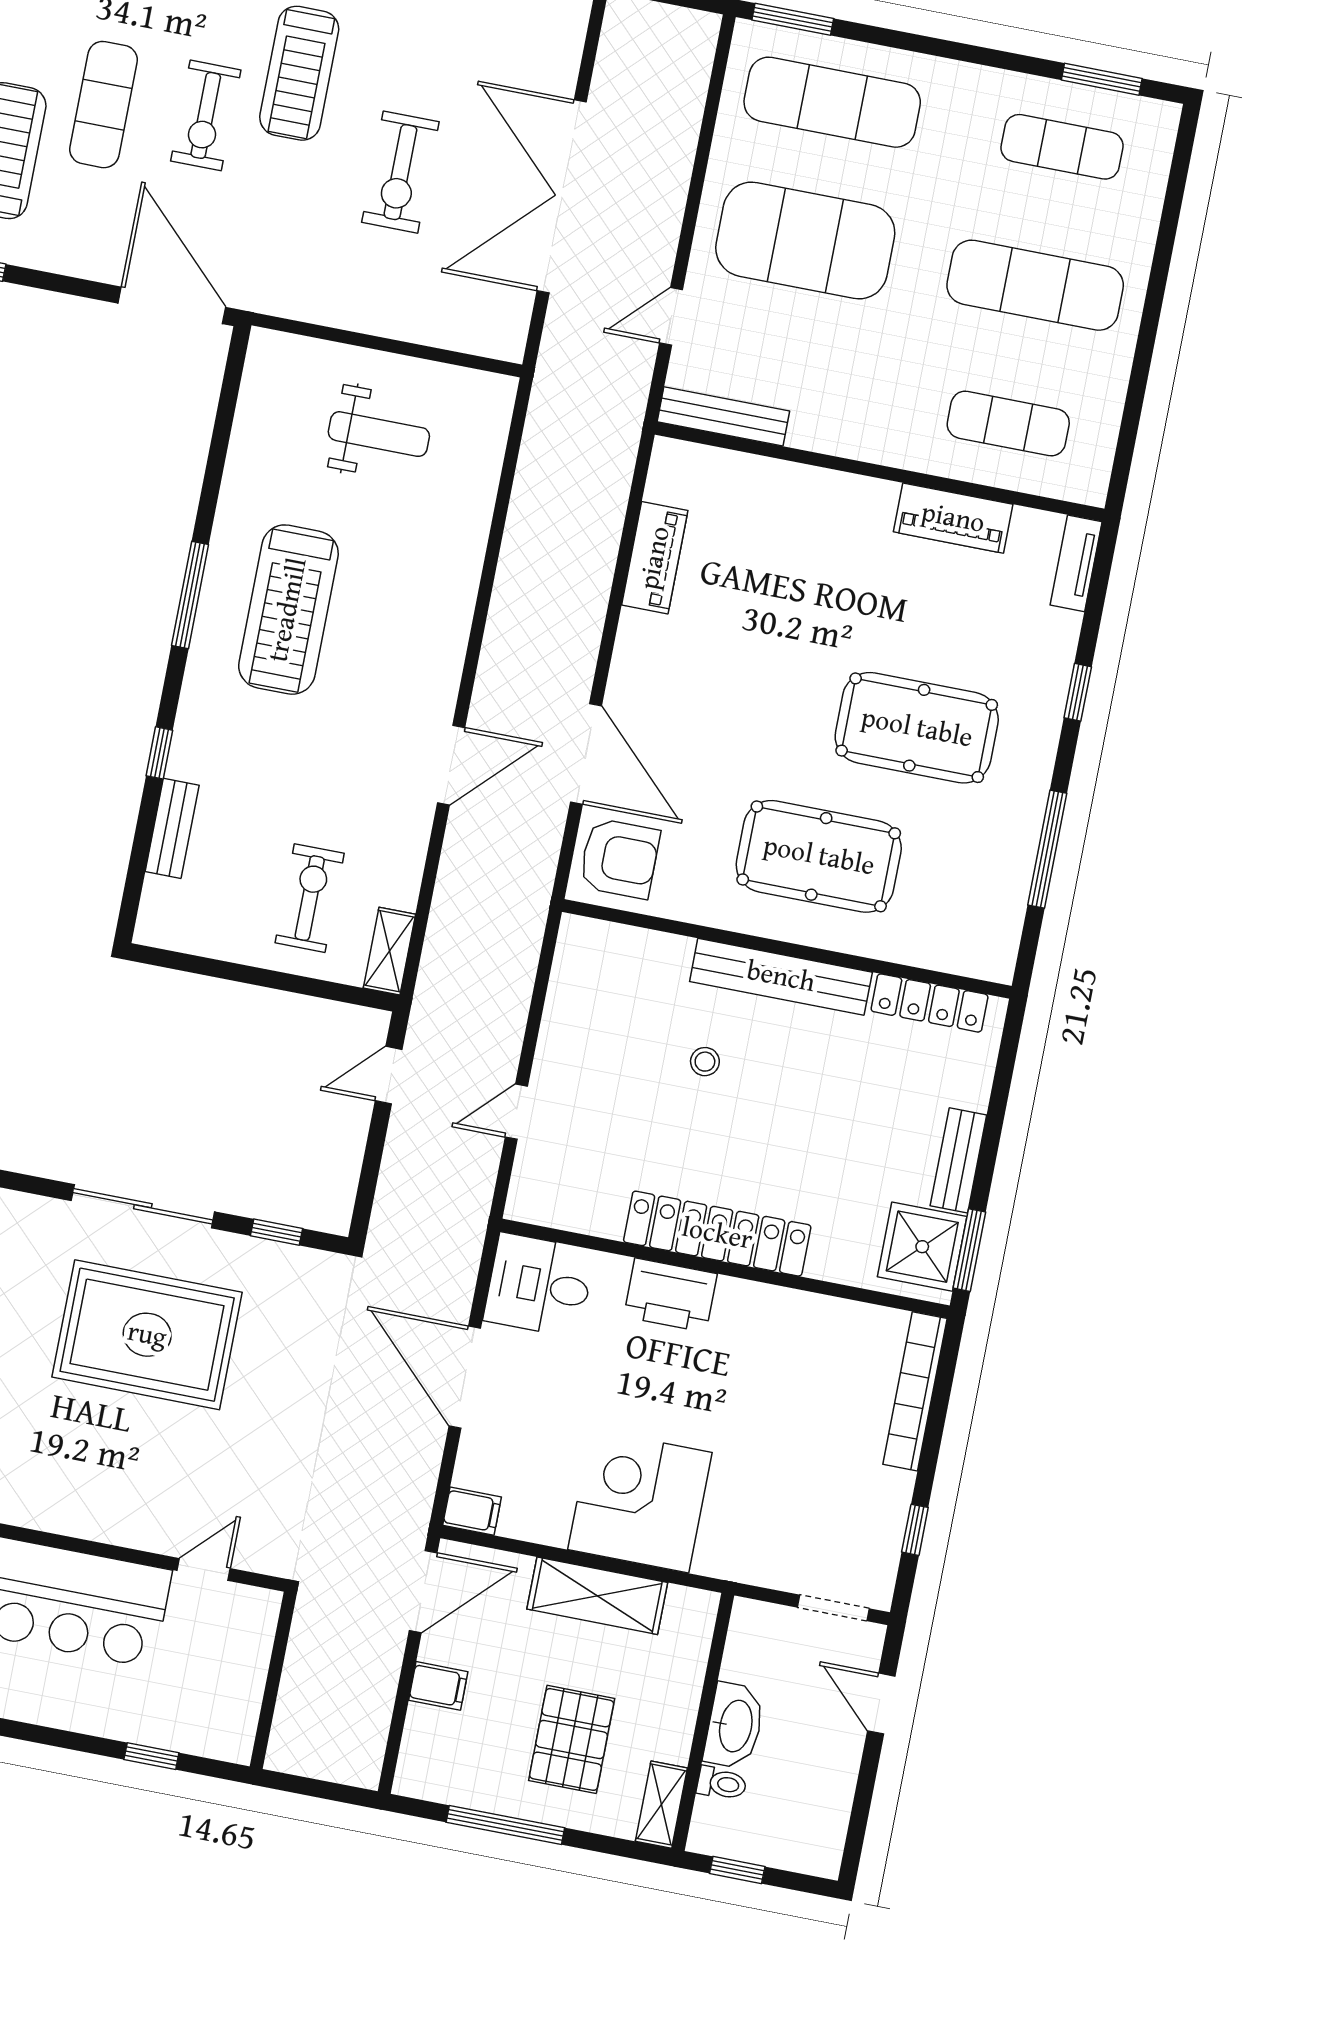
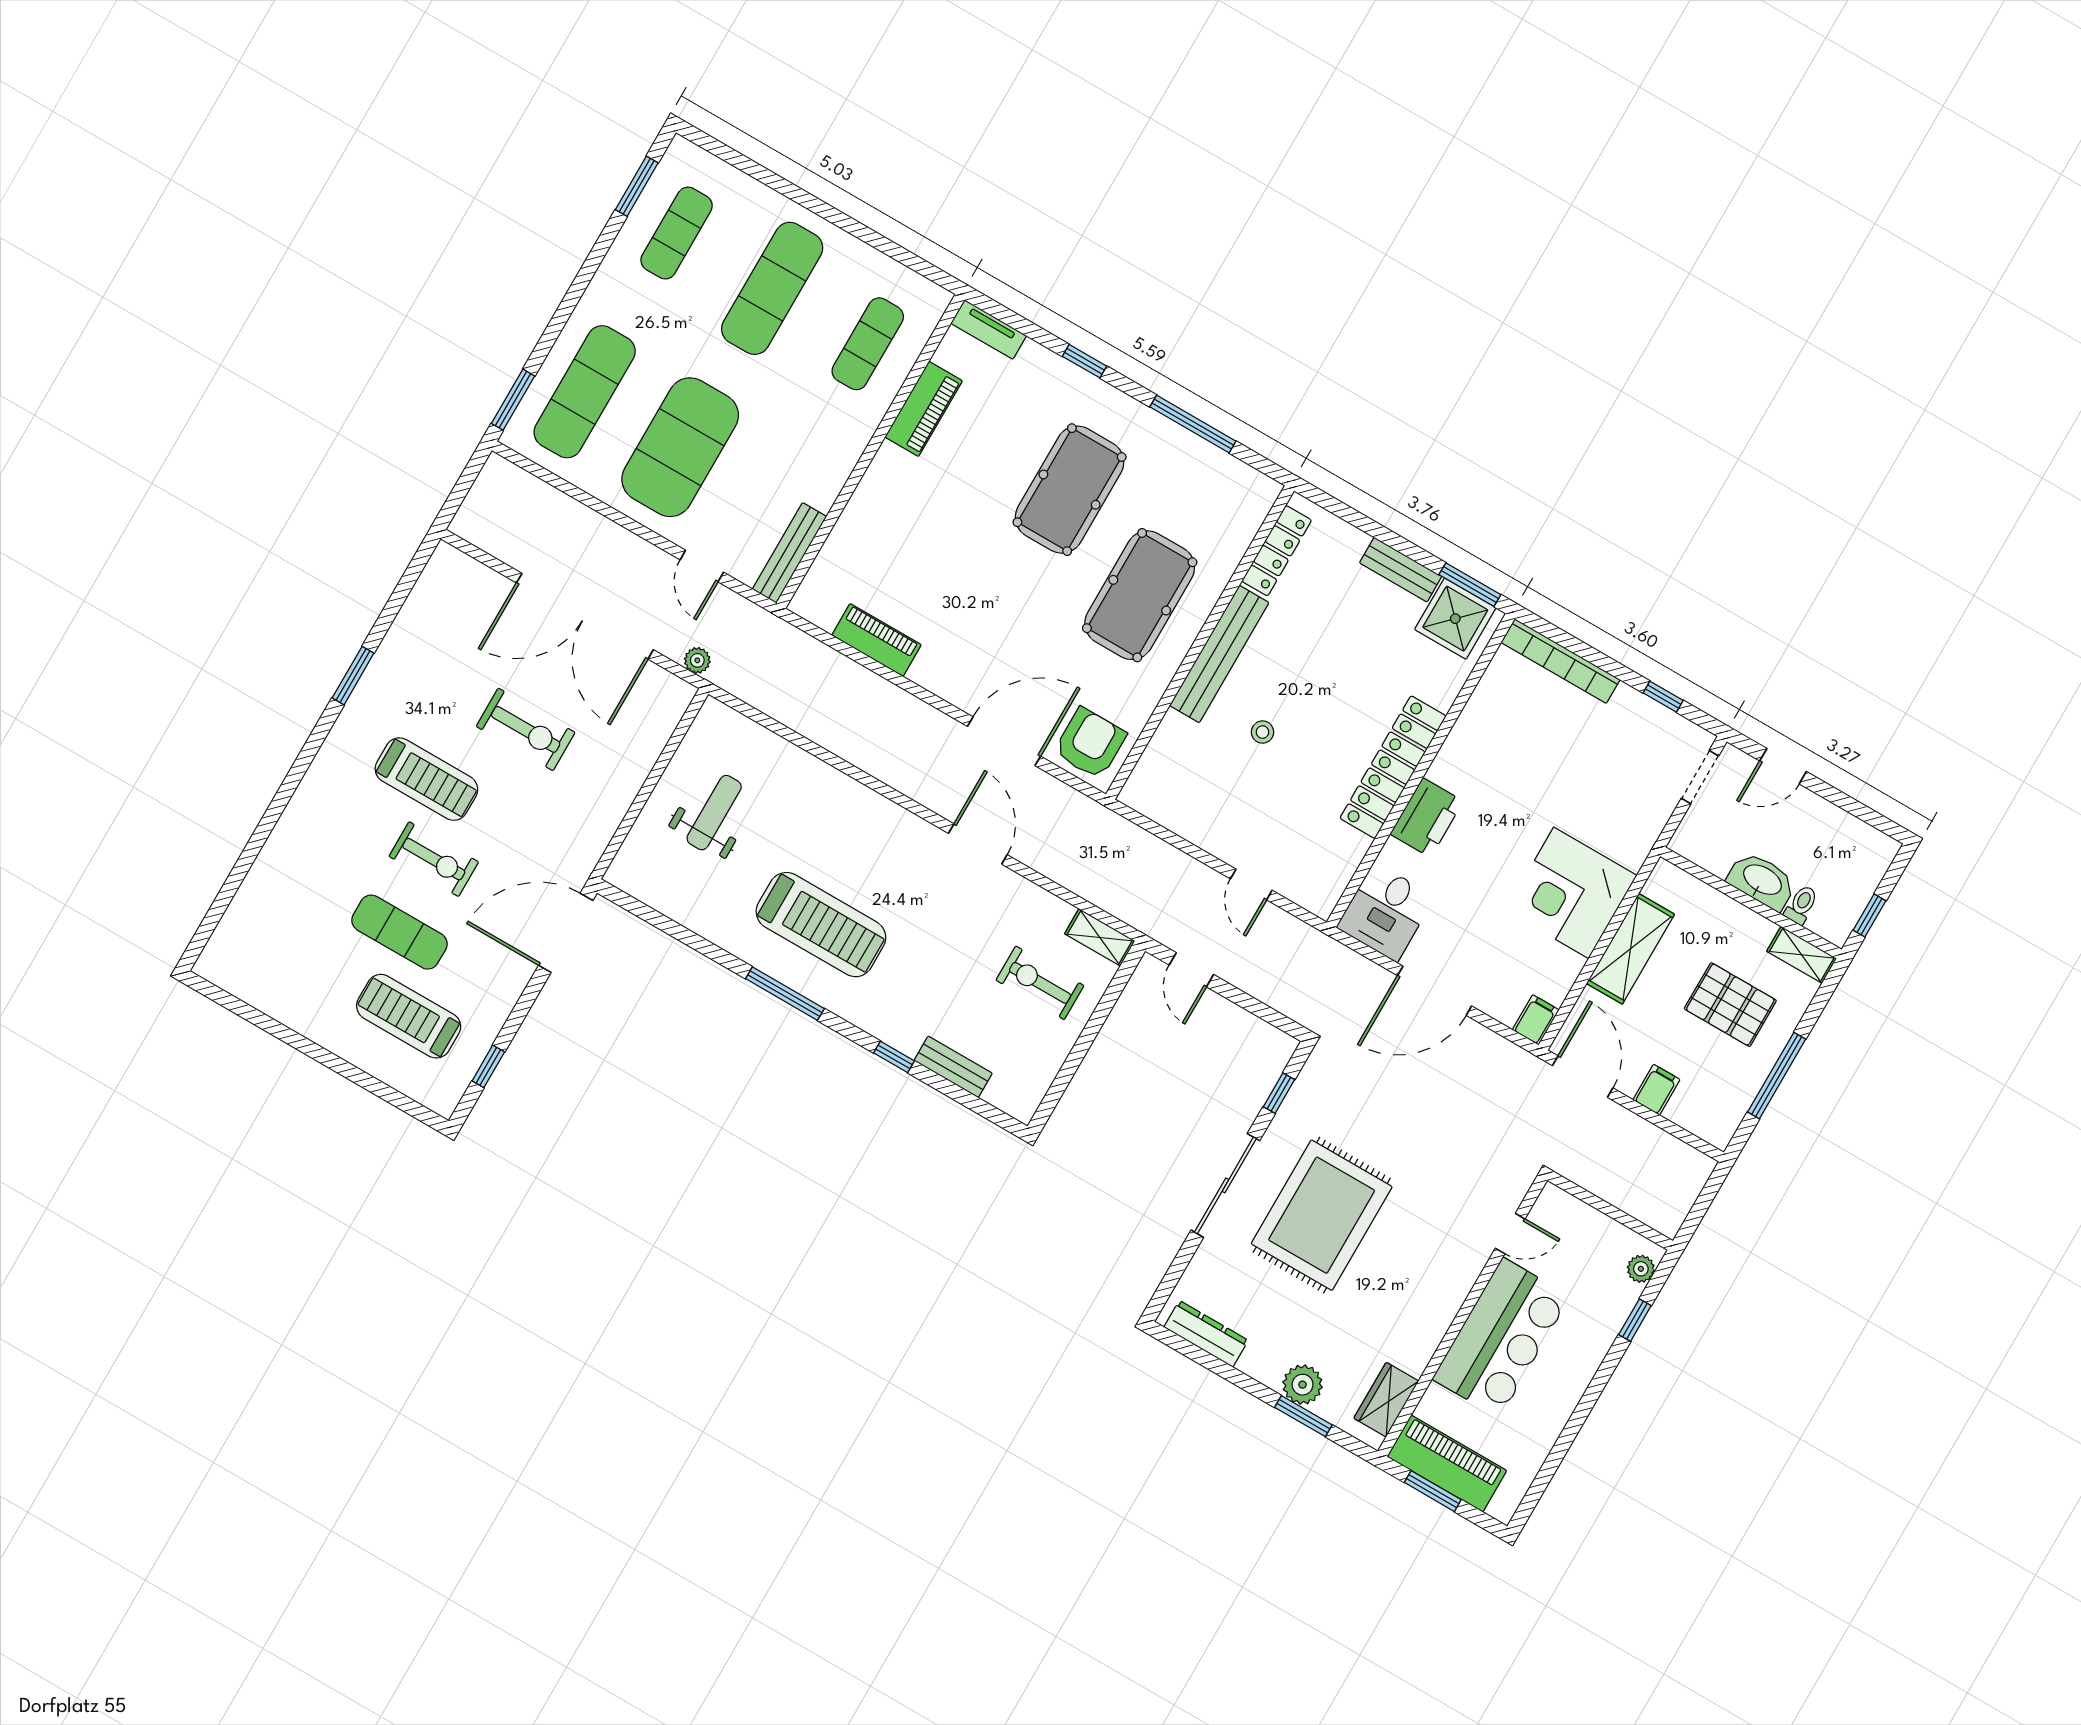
plant: (555, 350) -> (697, 660), added
door: (204, 1570) -> (1510, 1234), swing flipped
plant: (216, 1742) -> (1641, 1269), added

